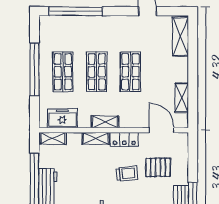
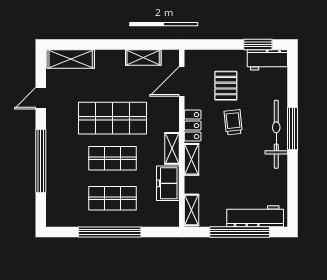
window: (76, 11) -> (41, 161), moved
shop shelf: (131, 72) -> (113, 118), width x1.43, depth x1.36
freezer: (62, 118) -> (168, 183), moved

